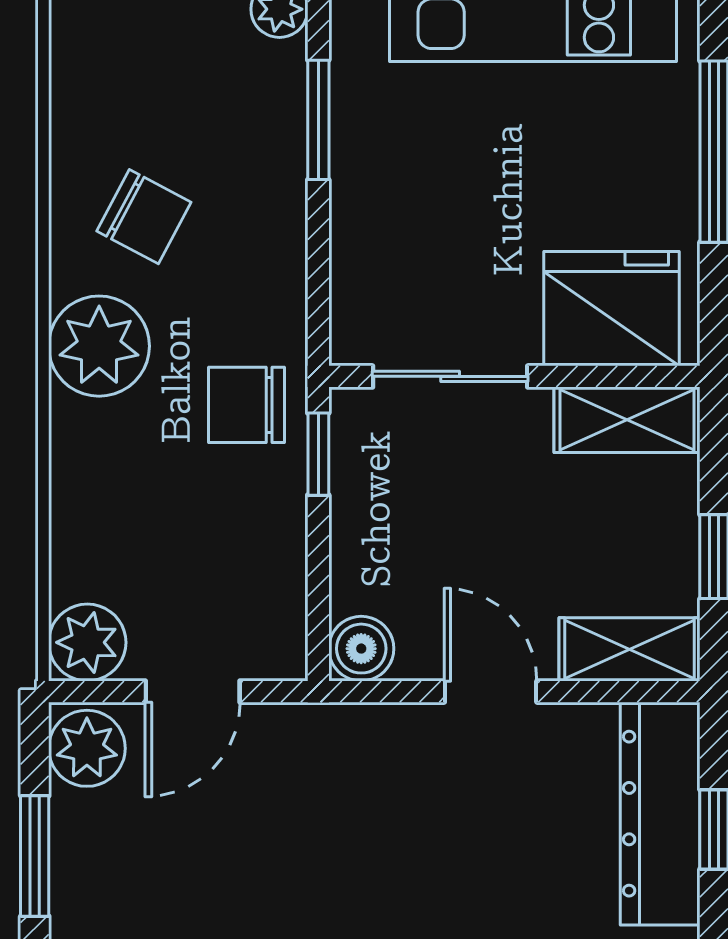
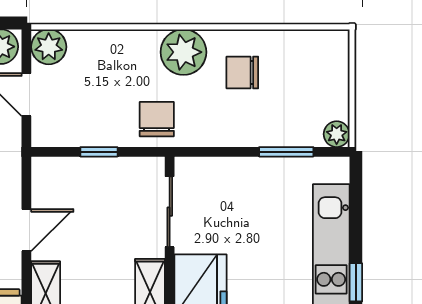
chair: (144, 217) -> (242, 72), turned 62
window: (318, 454) -> (99, 152), moved
boiler: (361, 649) -> (46, 171), removed

